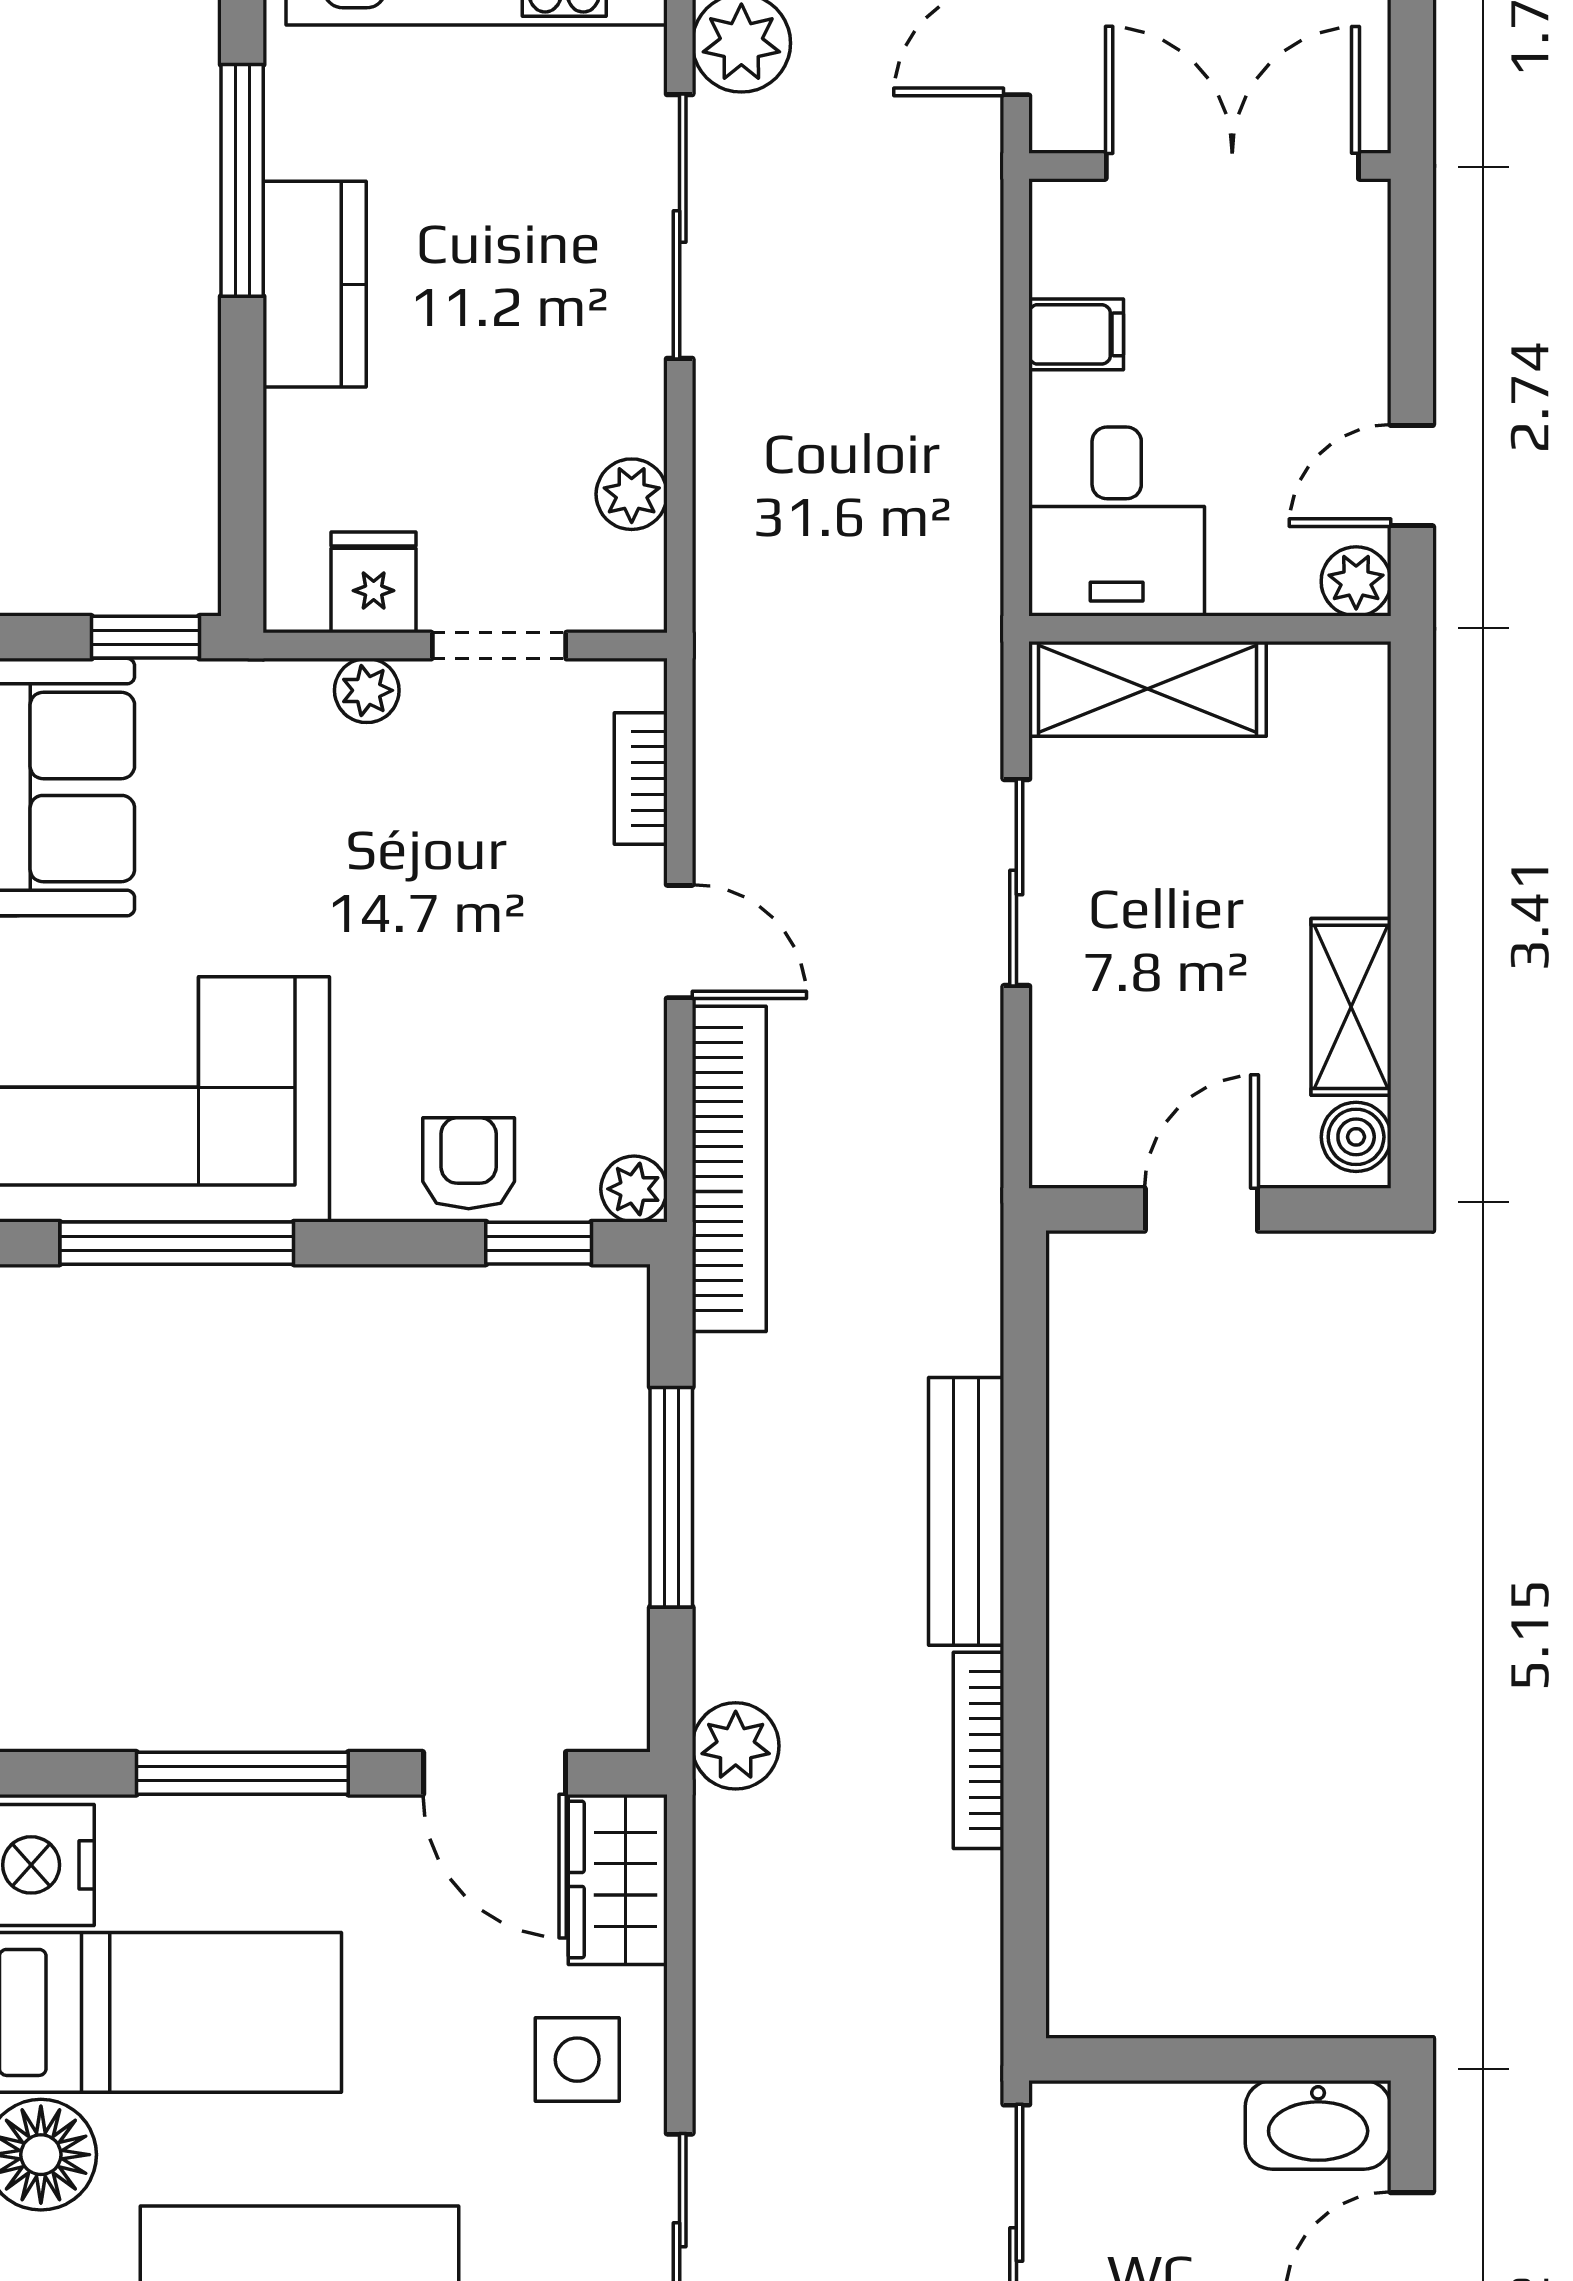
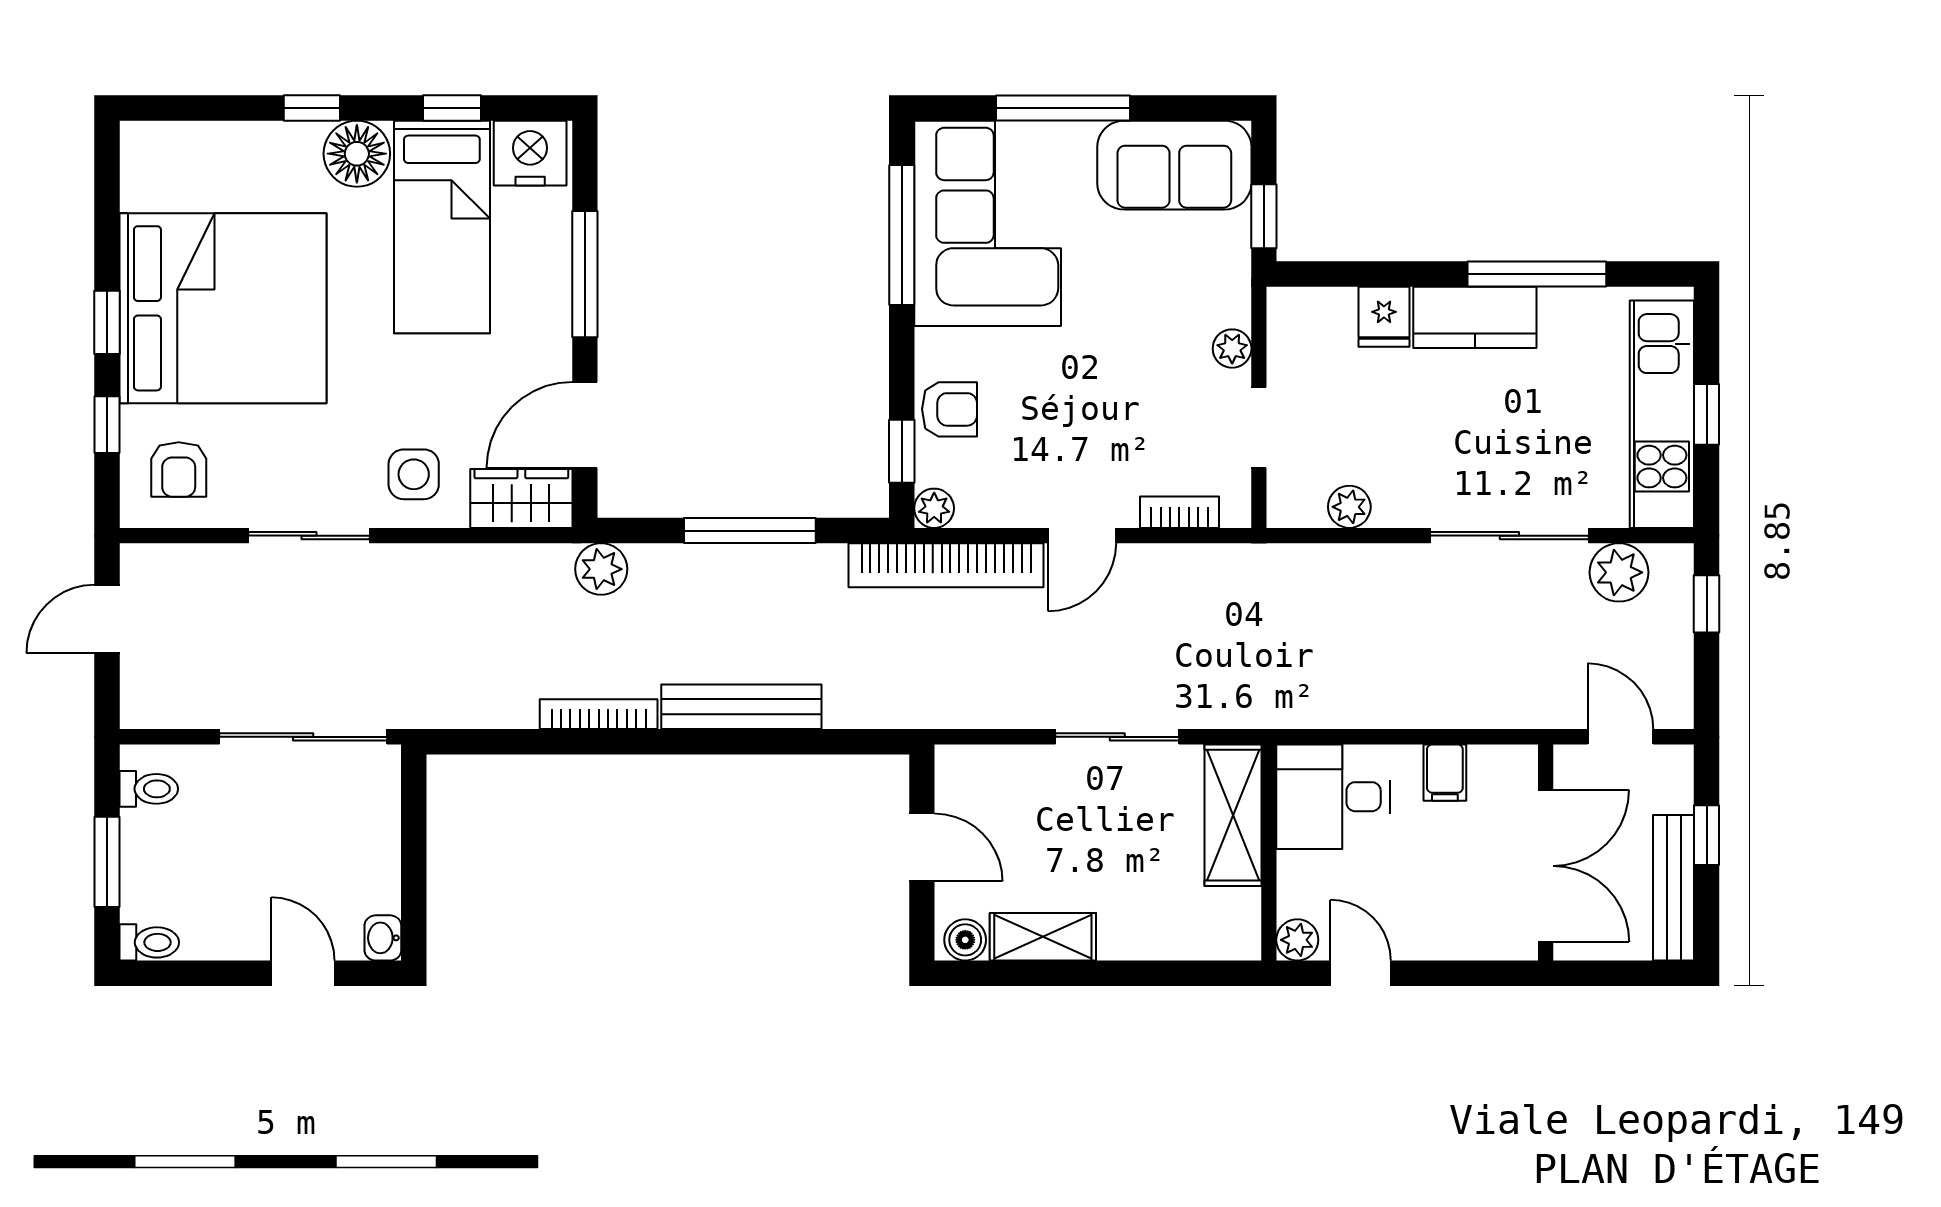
fridge: (374, 582) -> (1384, 317), moved, turned 90
washbasin: (1318, 2125) -> (383, 938), width x0.52, depth x0.69

